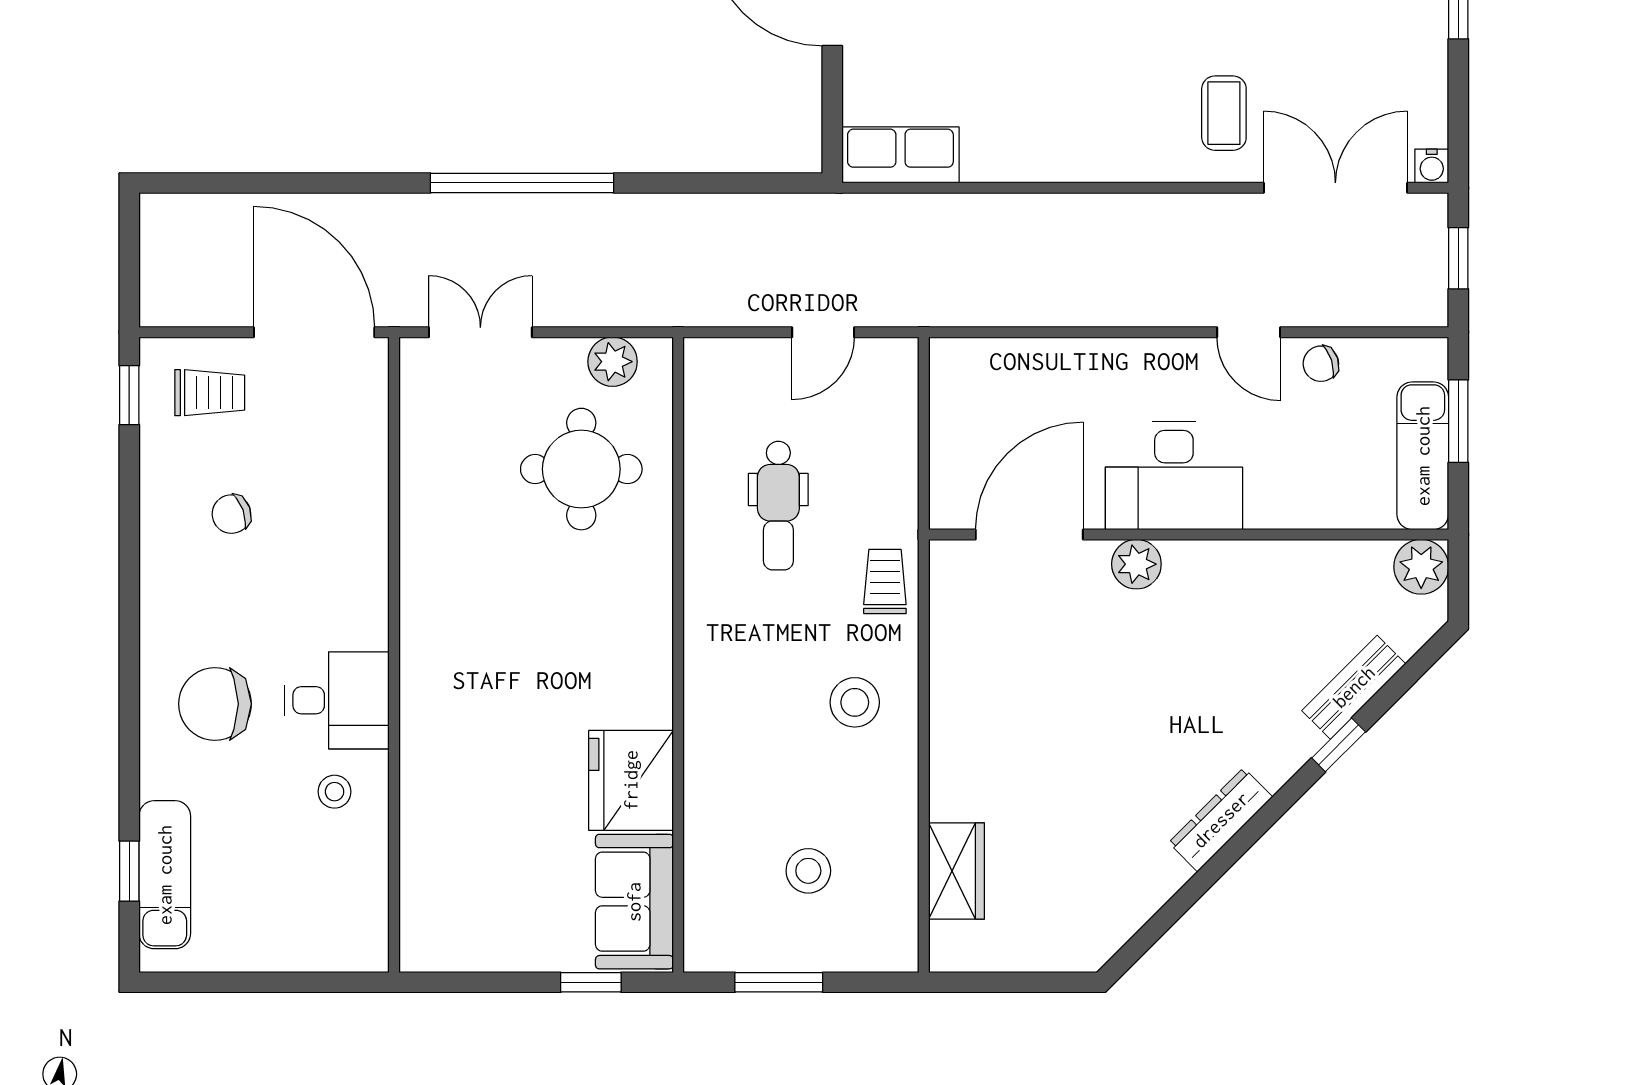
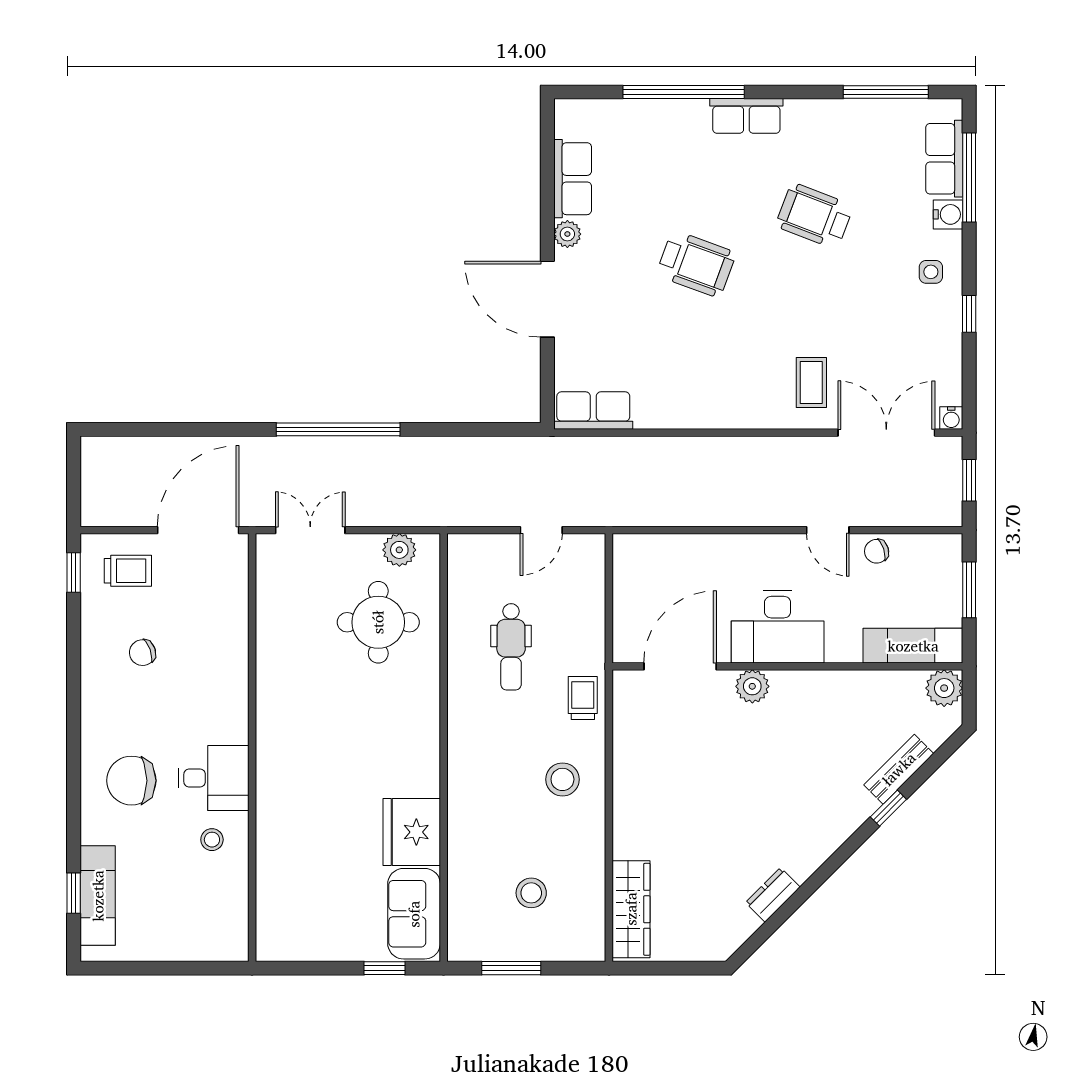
door: (314, 332) -> (198, 530), hinge flipped
exam couch: (1423, 456) -> (913, 646), moved, turned 90
dresser: (1221, 820) -> (773, 895), moved, width x0.70
wardrobe: (956, 871) -> (631, 909), width x1.50

